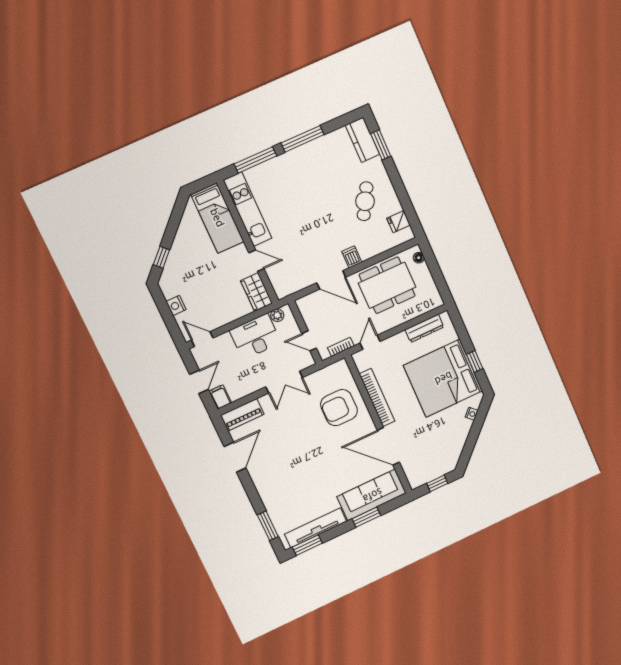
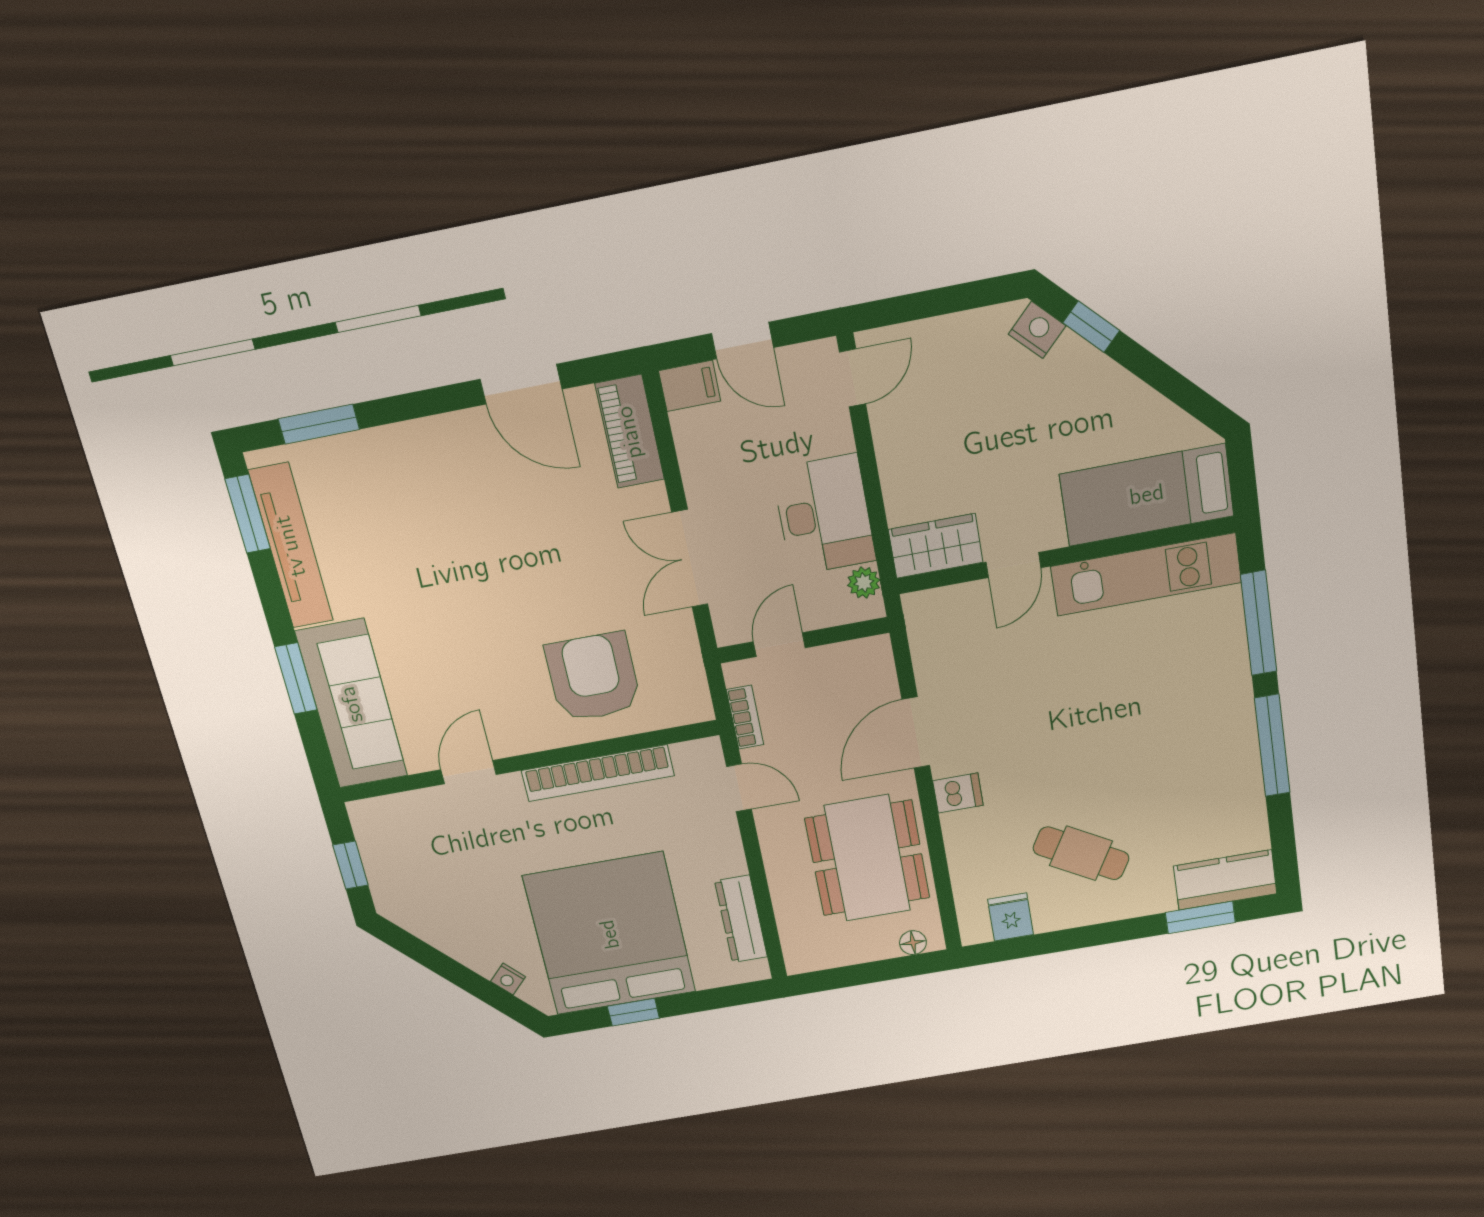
nightstand: (176, 305) -> (1037, 330), moved, turned 45
door: (388, 446) -> (469, 772), width x0.53

